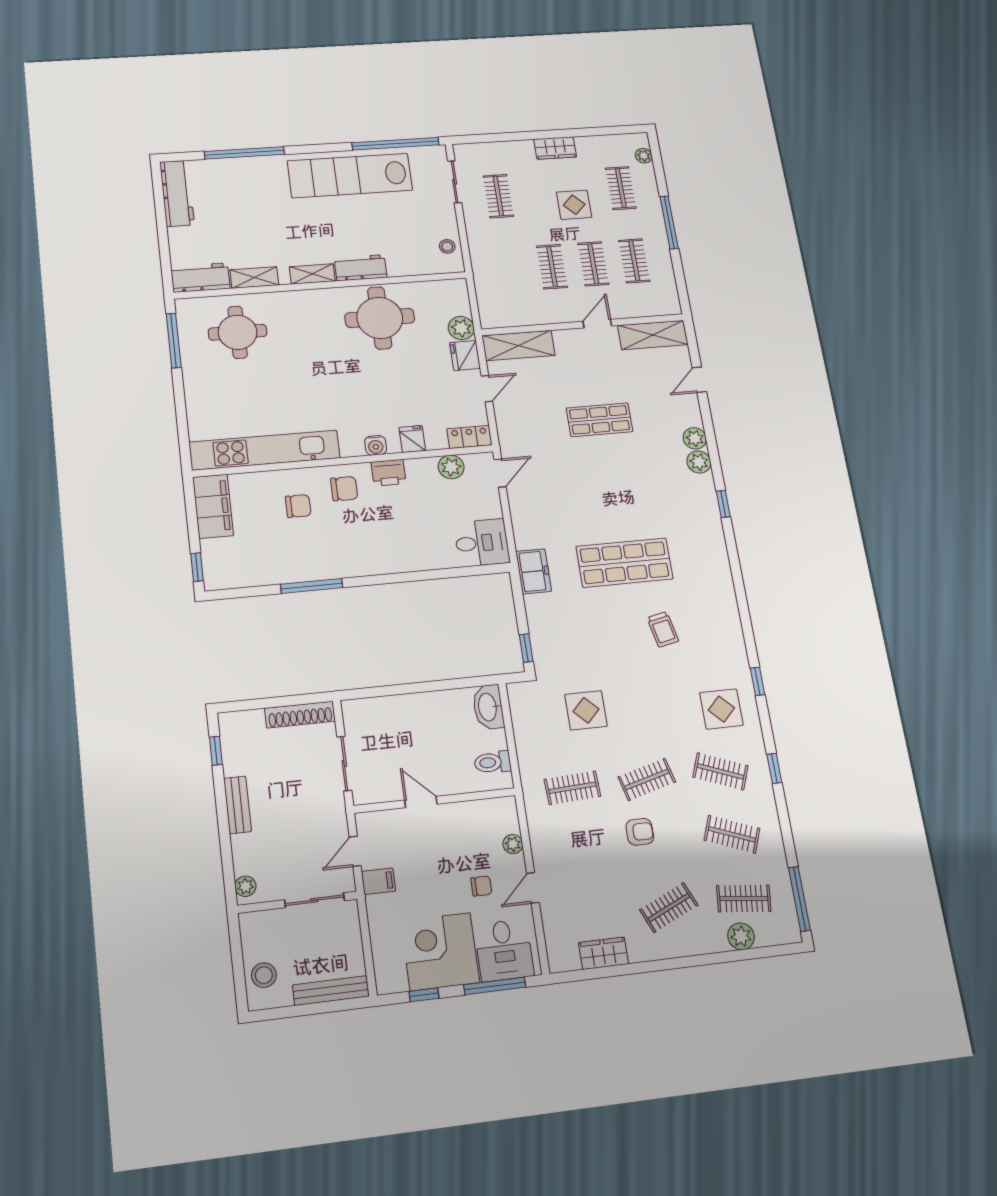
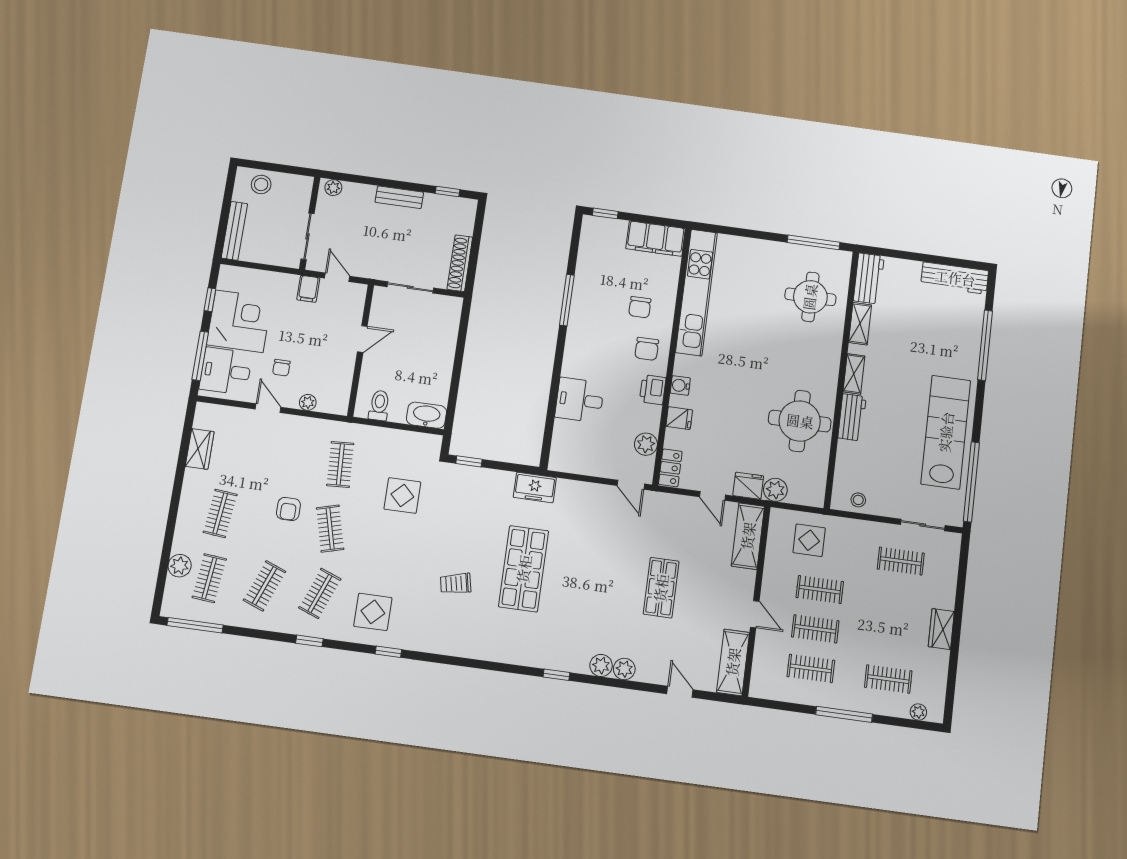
display table: (574, 205) -> (809, 540), moved
desk: (482, 543) -> (580, 400), moved, turned 90
clothes rail: (669, 908) -> (220, 513), turned 30

